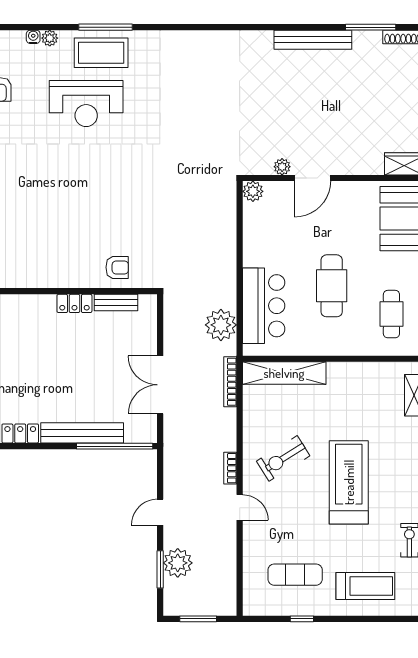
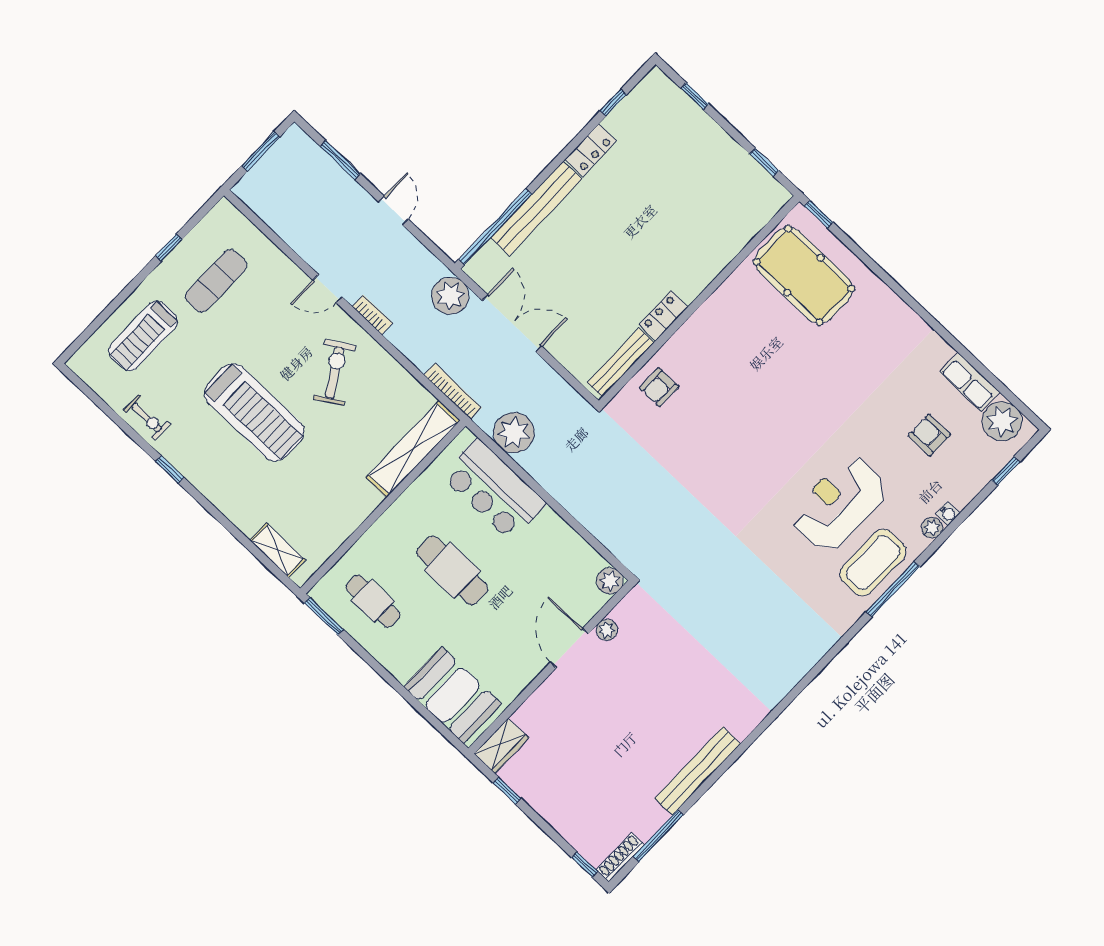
bench: (116, 302) -> (621, 363), width x1.36
plant: (178, 563) -> (450, 296), moved

